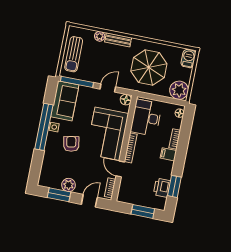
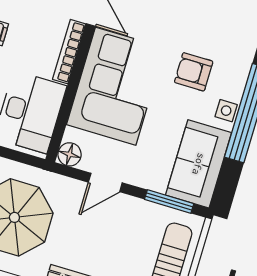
window: (77, 82) -> (169, 201), width x0.69
armchair: (71, 144) -> (194, 72), turned 100

